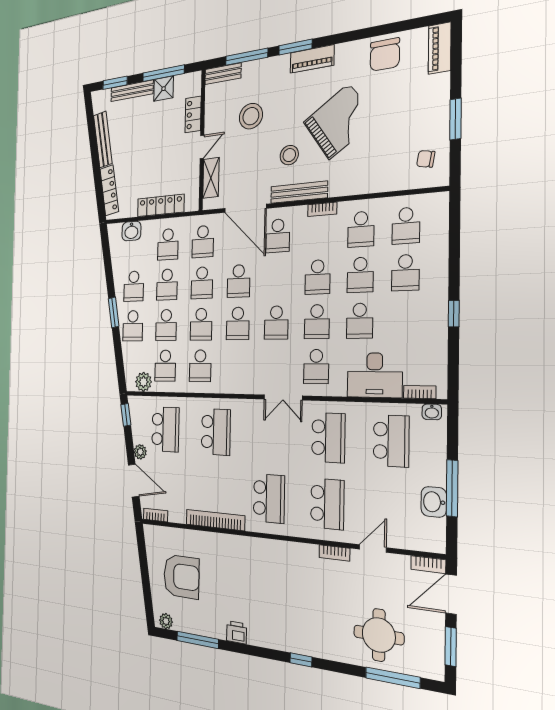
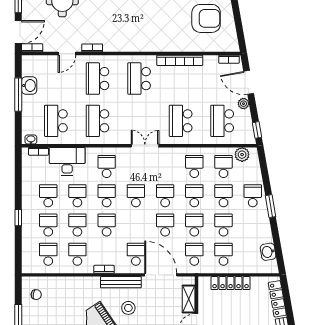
washbasin: (131, 231) -> (268, 252), moved, turned -100
school desk: (134, 286) -> (48, 196), moved
window: (454, 314) -> (18, 218), moved
double door: (283, 398) -> (145, 146), moved
armchair: (181, 577) -> (206, 18), turned 180

